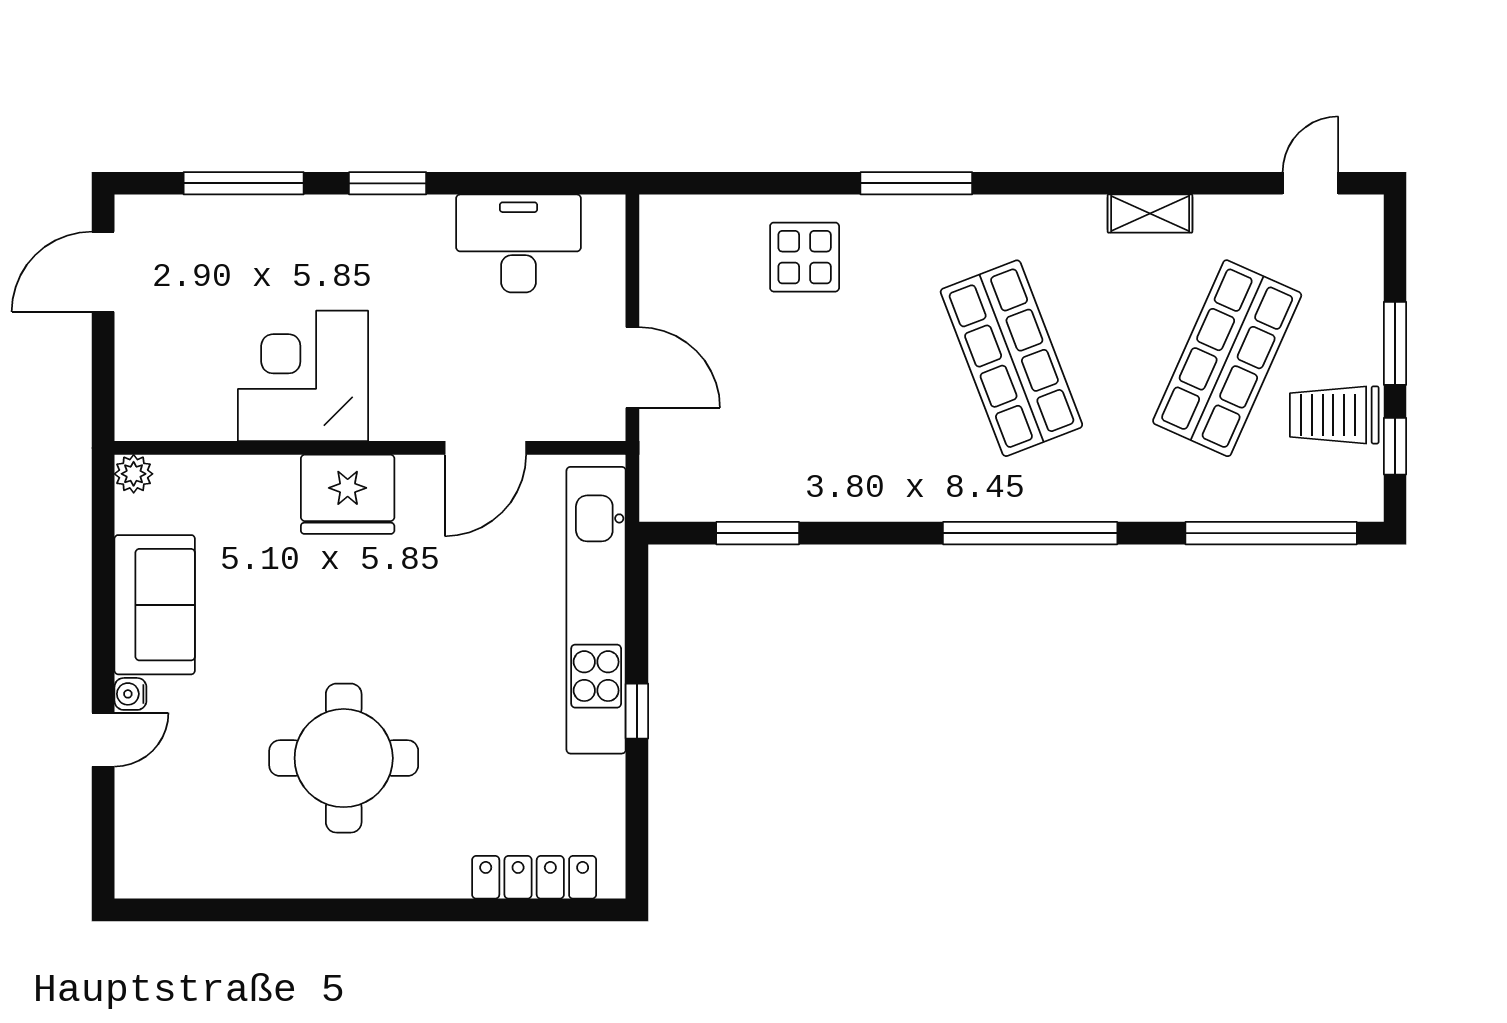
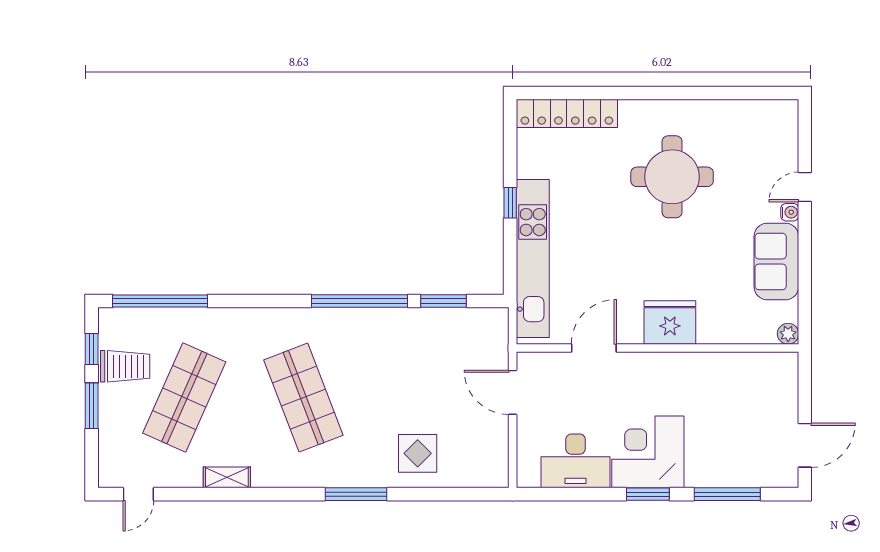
corner desk: (303, 376) -> (648, 452), moved, turned 180
window: (1030, 533) -> (359, 301), moved
locker: (534, 877) -> (567, 113), width x1.41, depth x1.21

